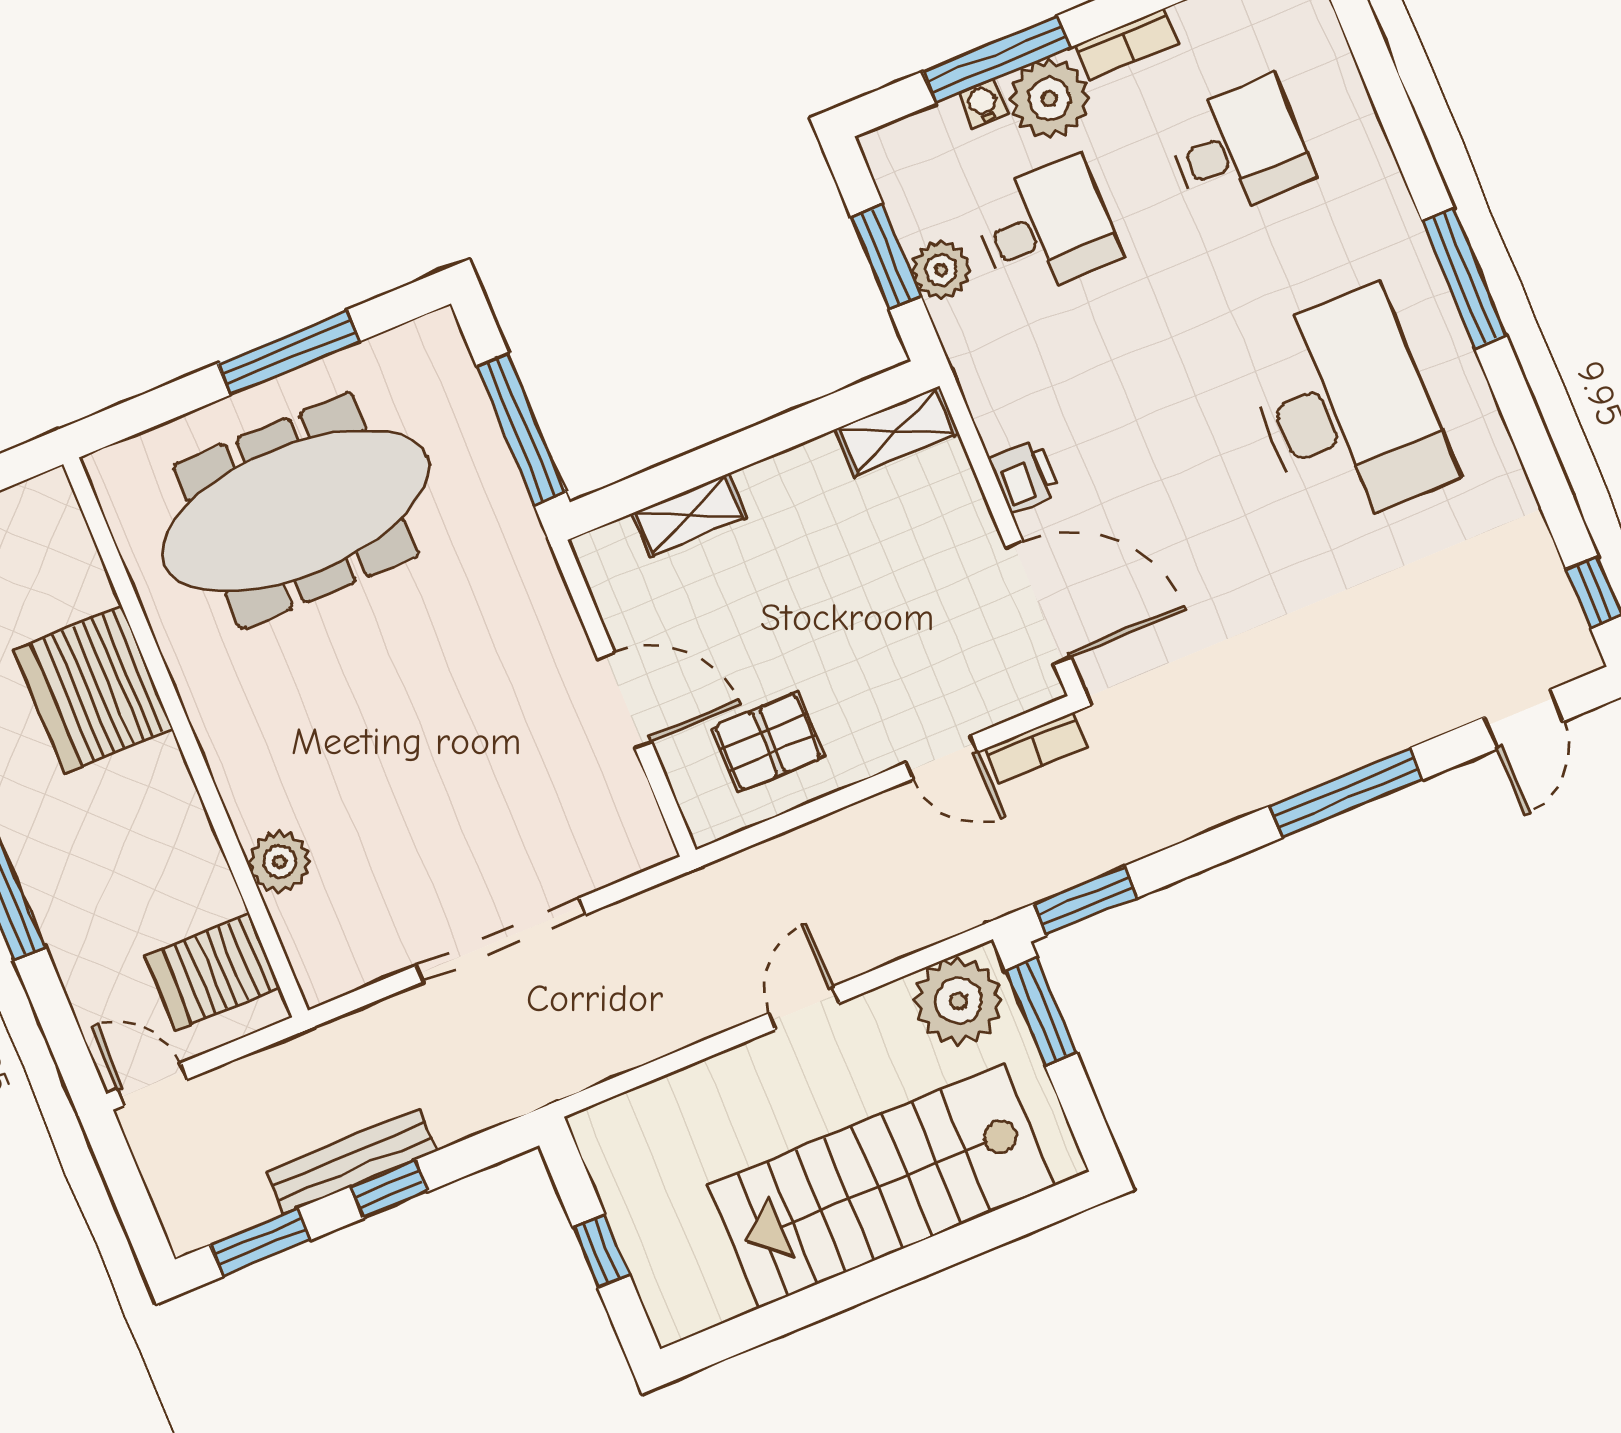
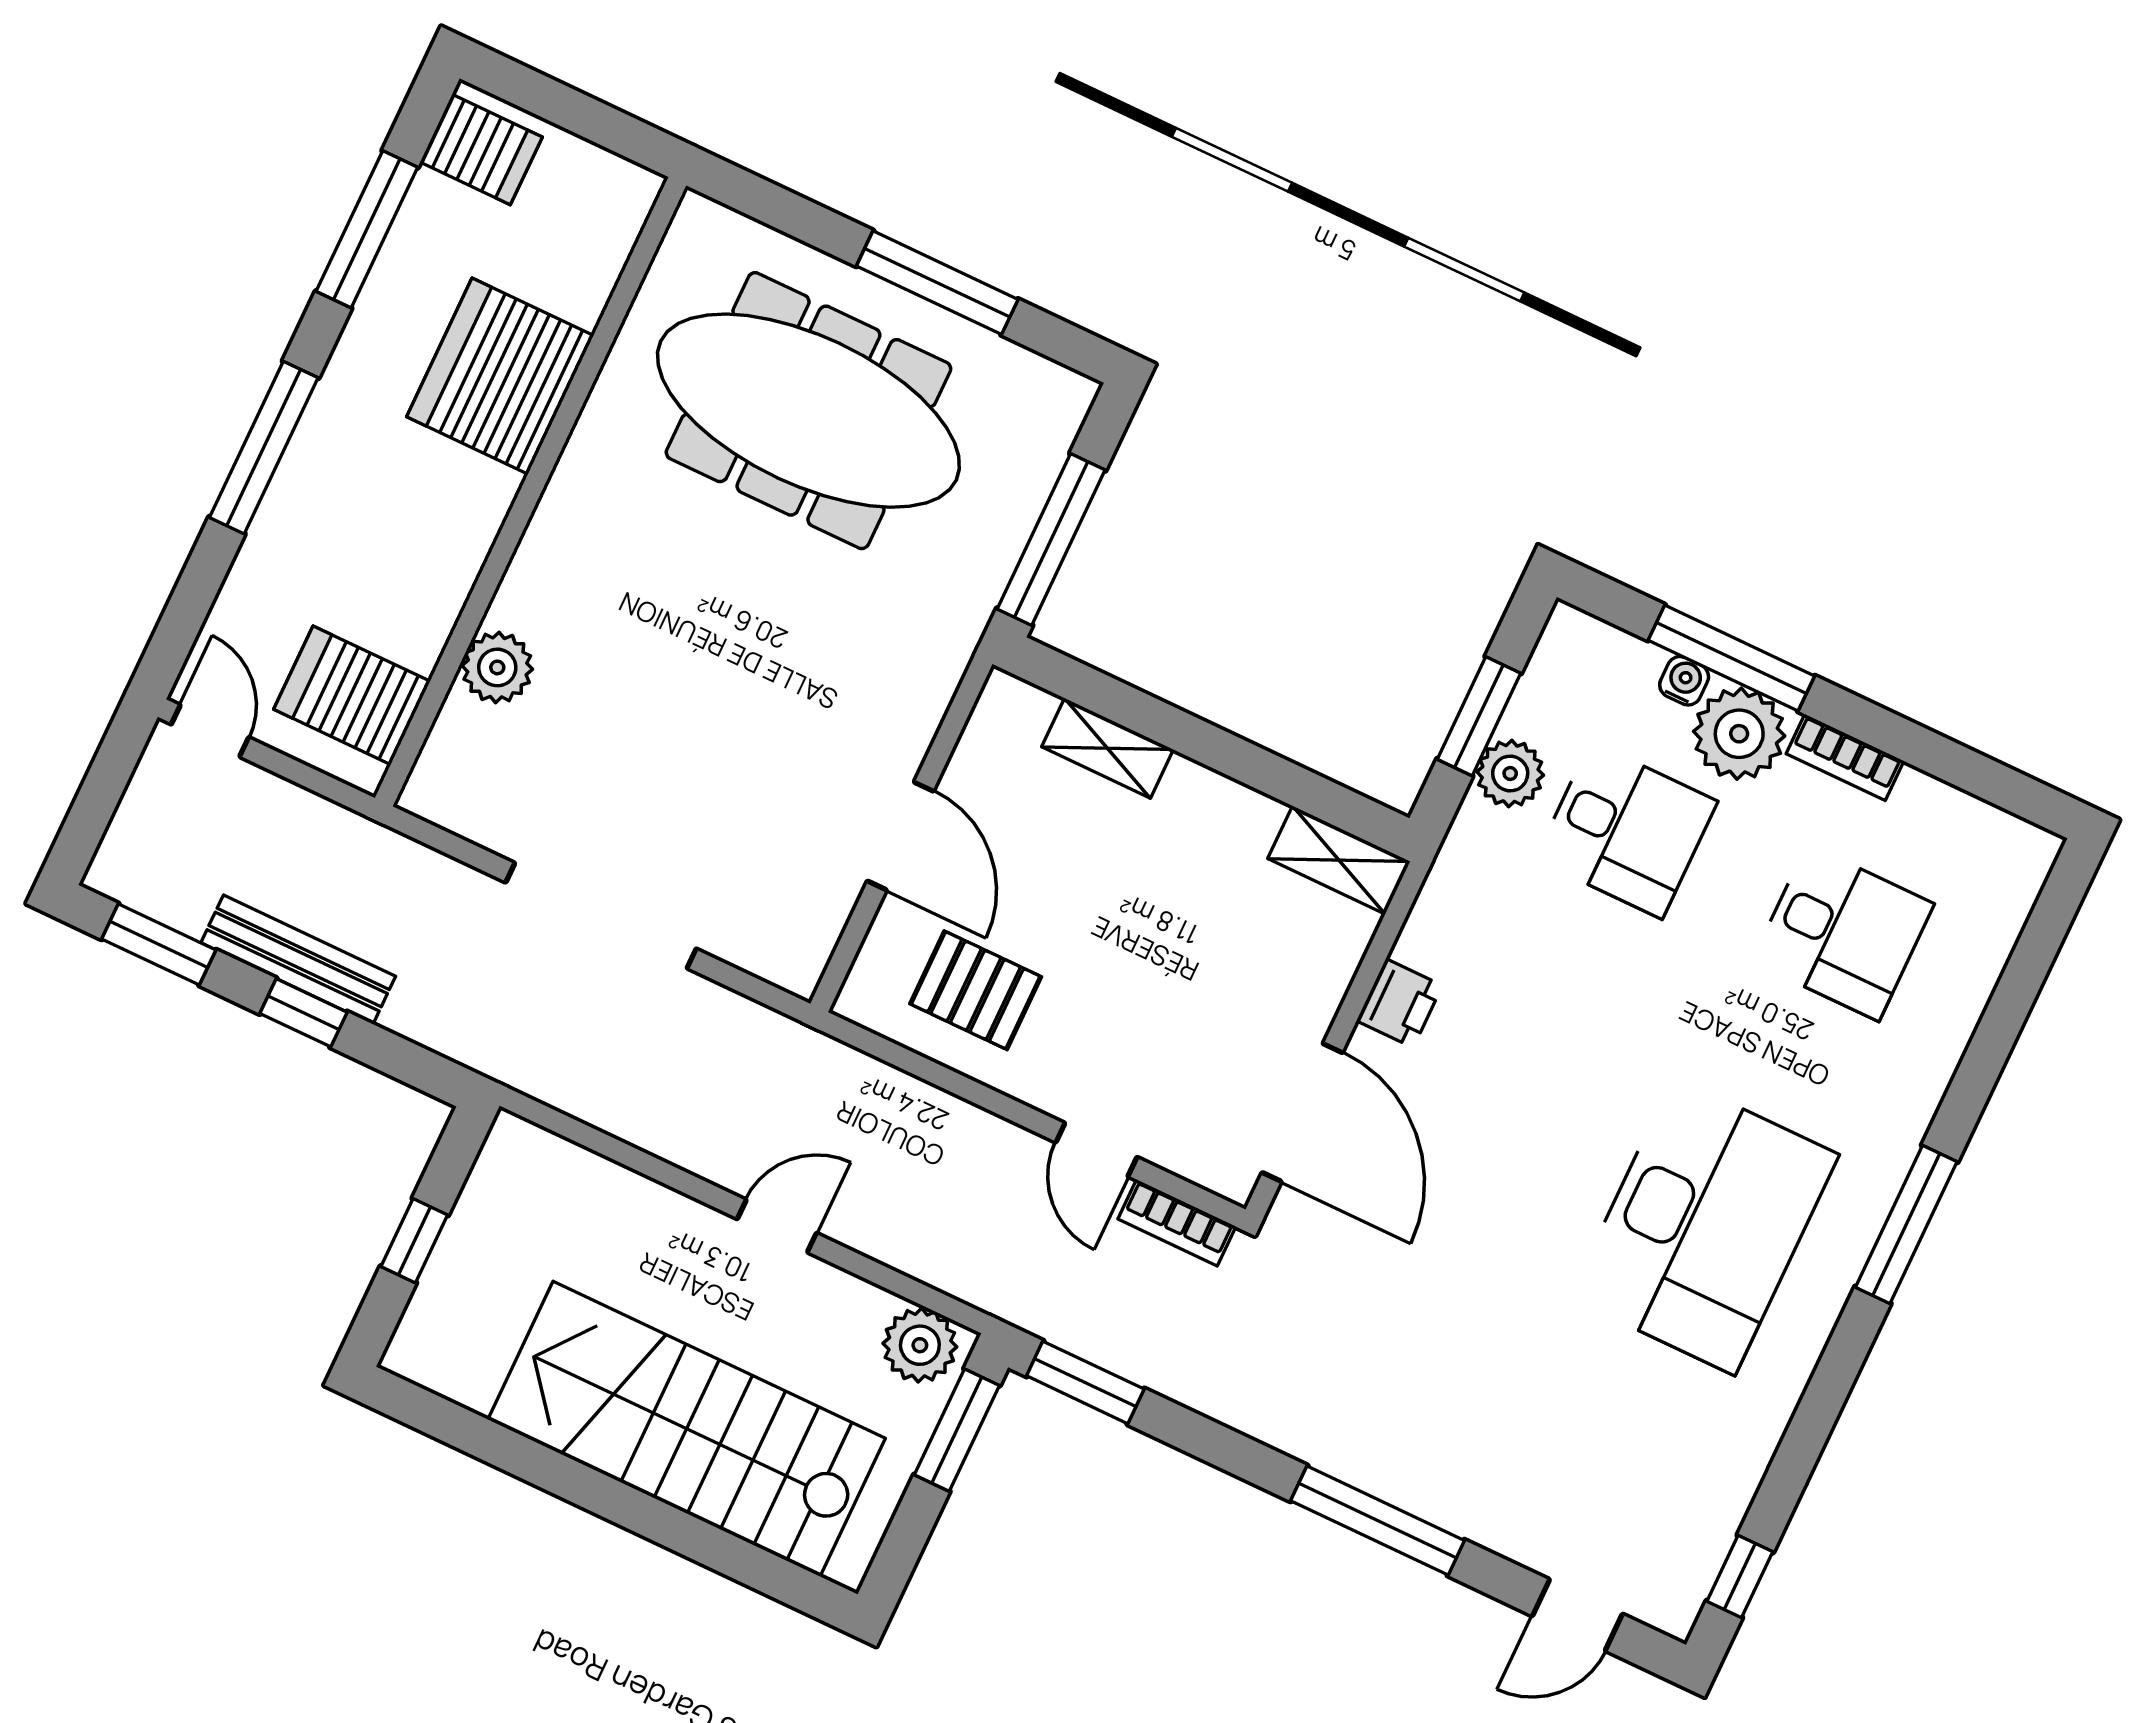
plant: (958, 1001) -> (920, 1345), width x0.73, depth x0.73

